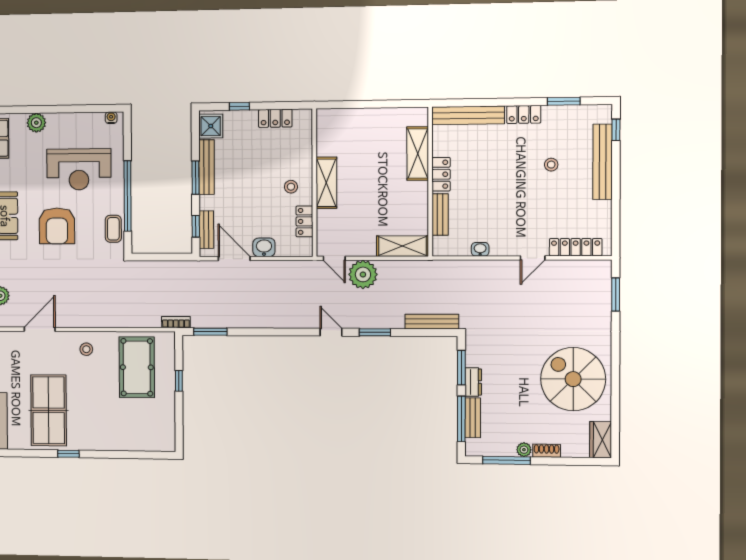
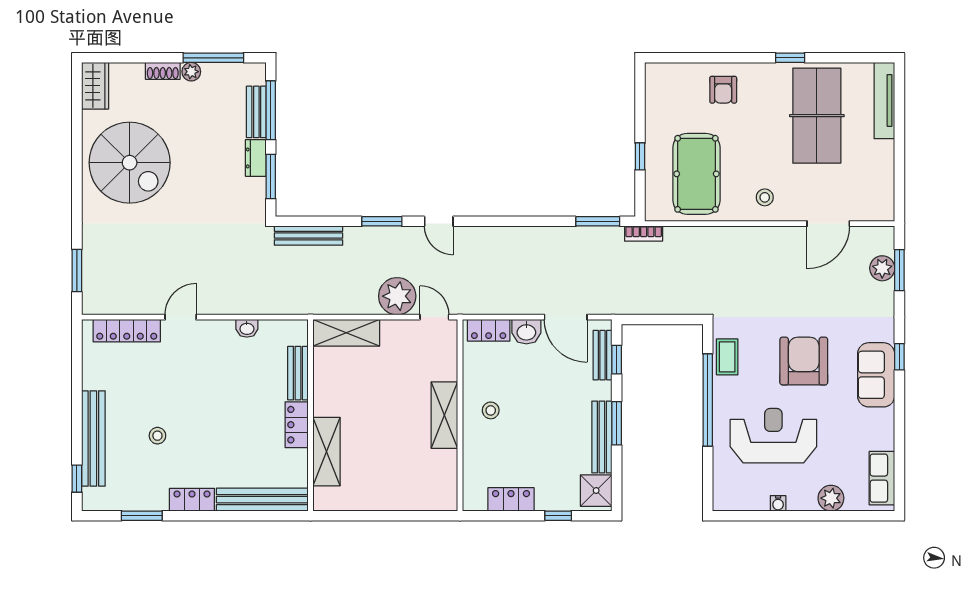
water cooler: (111, 118) -> (778, 503), moved
locker: (304, 221) -> (489, 330), moved, turned 90
armchair: (117, 430) -> (723, 90), added

